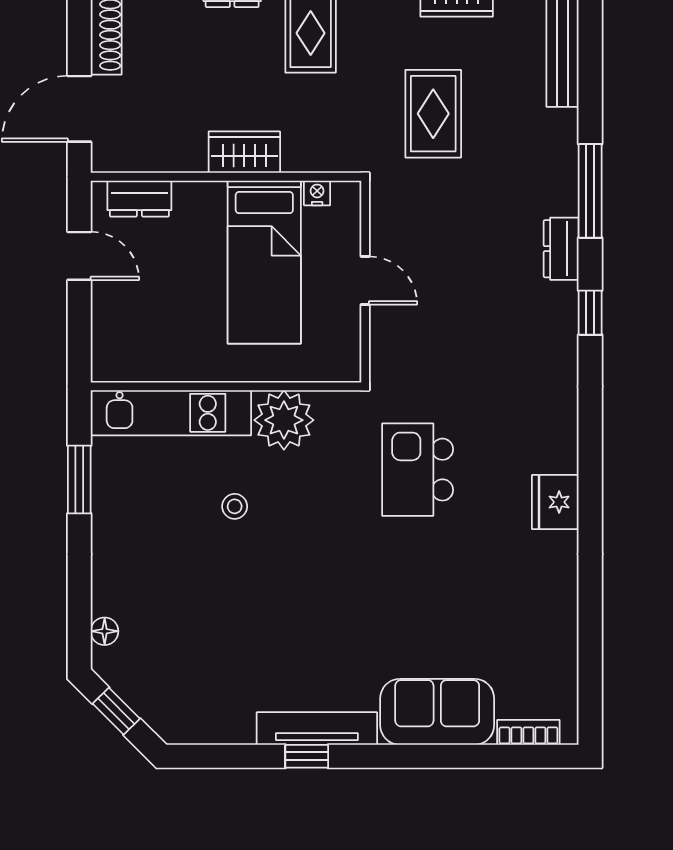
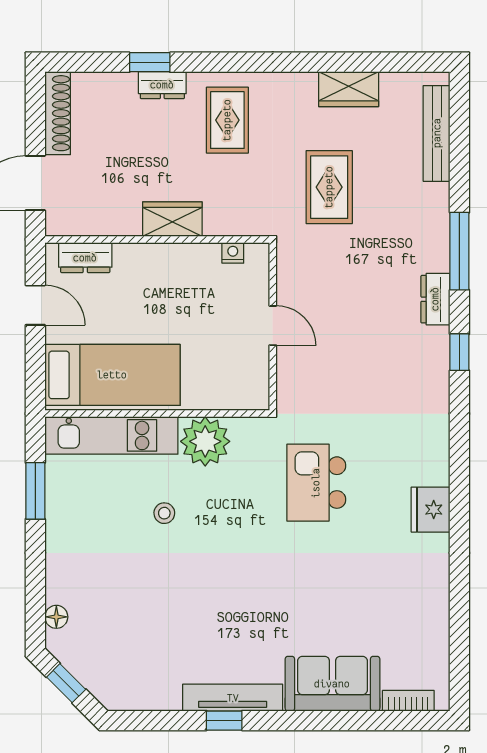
bed: (264, 262) -> (112, 375), moved, turned -90

